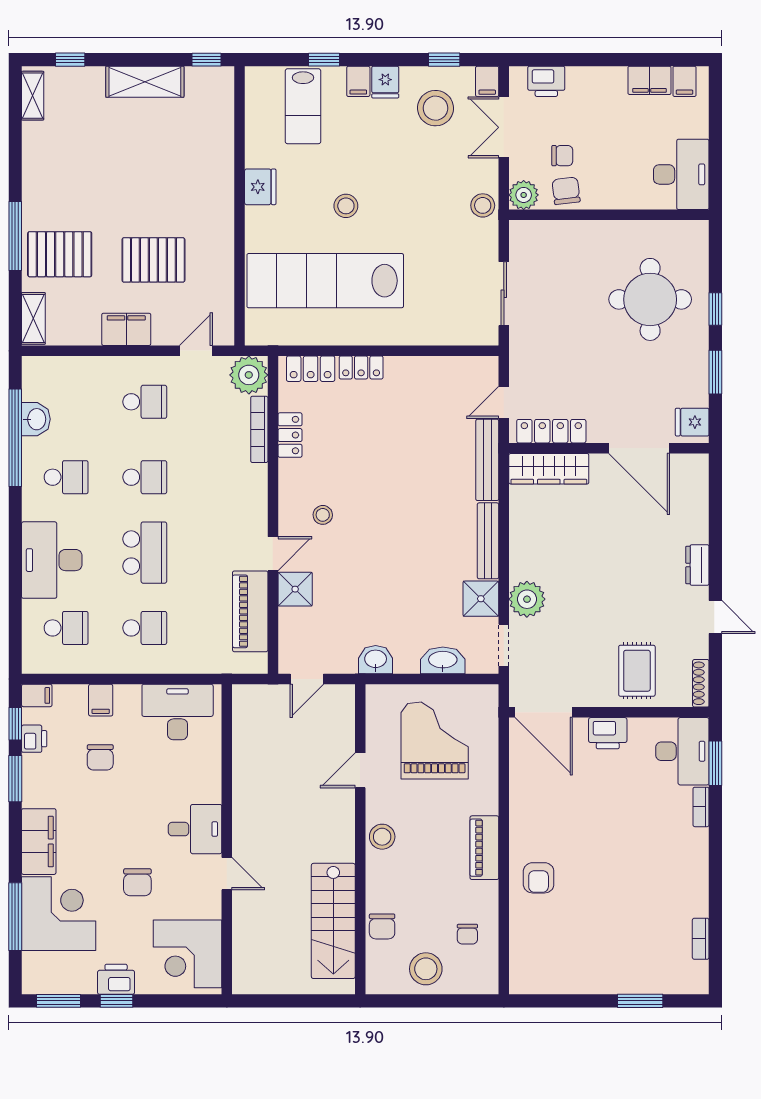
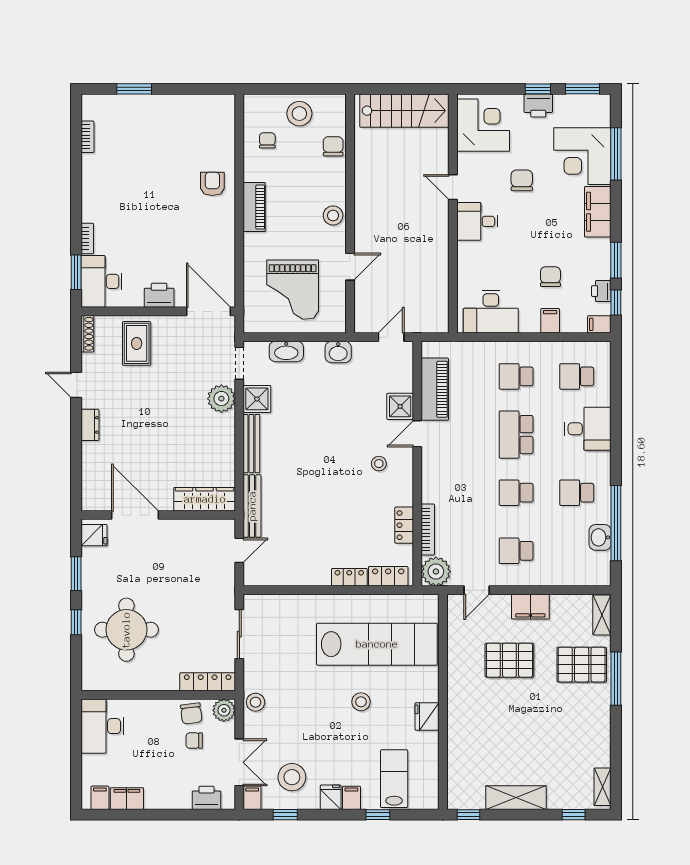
locker: (551, 431) -> (208, 682), moved, turned 180
desk: (52, 560) -> (588, 429), width x0.73
stairs: (333, 921) -> (404, 111), moved, turned 90

